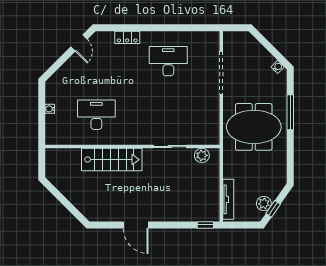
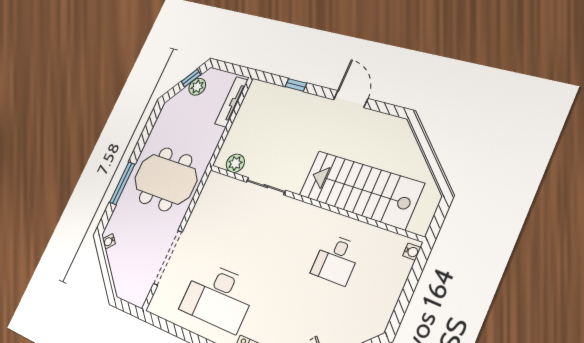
desk: (168, 61) -> (218, 297), width x1.36, depth x1.30
water cooler: (50, 109) -> (412, 252), moved
desk: (96, 115) -> (336, 260), width x0.73
stairs: (112, 160) -> (360, 189), width x1.36, depth x1.51
window: (205, 225) -> (296, 85), moved

